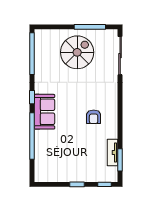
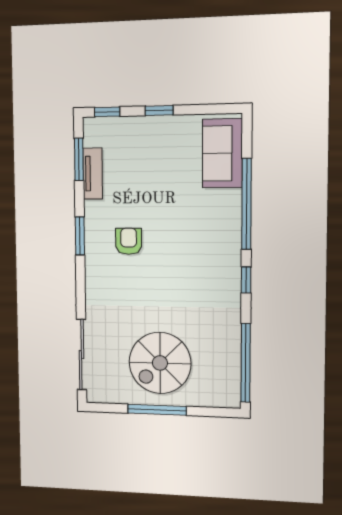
window: (90, 27) -> (157, 410), moved
sofa: (44, 112) -> (222, 153), moved
window: (120, 120) -> (80, 236), added

